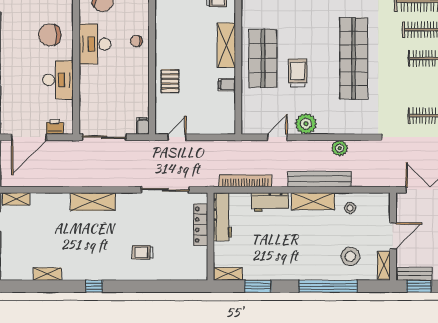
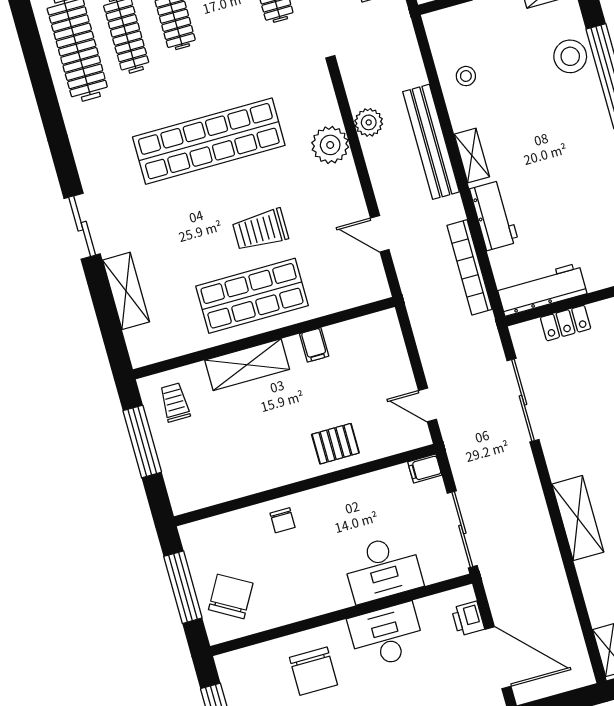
desk: (95, 44) -> (383, 569), moved
plant: (306, 124) -> (330, 145), moved
shelving: (313, 201) -> (472, 155), width x0.67, depth x0.75
locker: (201, 225) -> (566, 323), width x0.66
stool: (350, 256) -> (570, 56), moved

